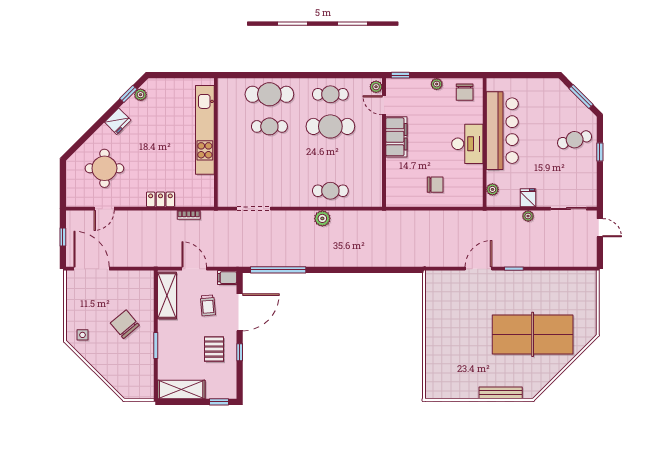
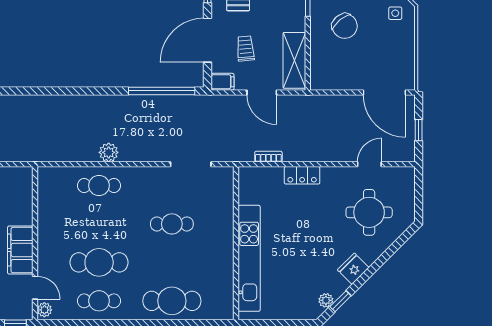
cafe table: (269, 126) -> (172, 224), moved

